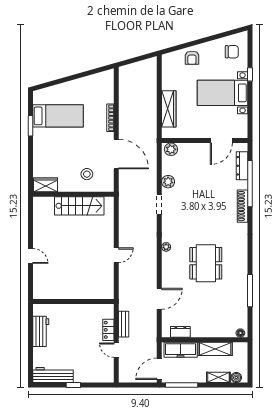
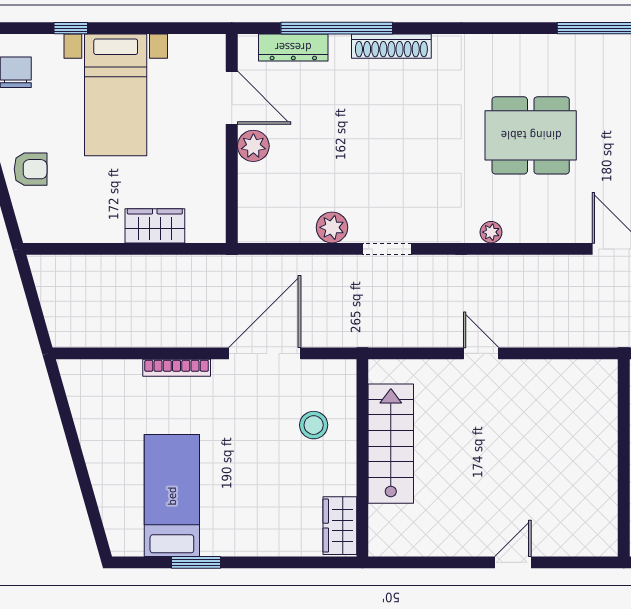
wardrobe: (169, 109) -> (155, 226), width x0.67
plant: (171, 149) -> (253, 146), moved
door: (116, 255) -> (481, 353), moved

